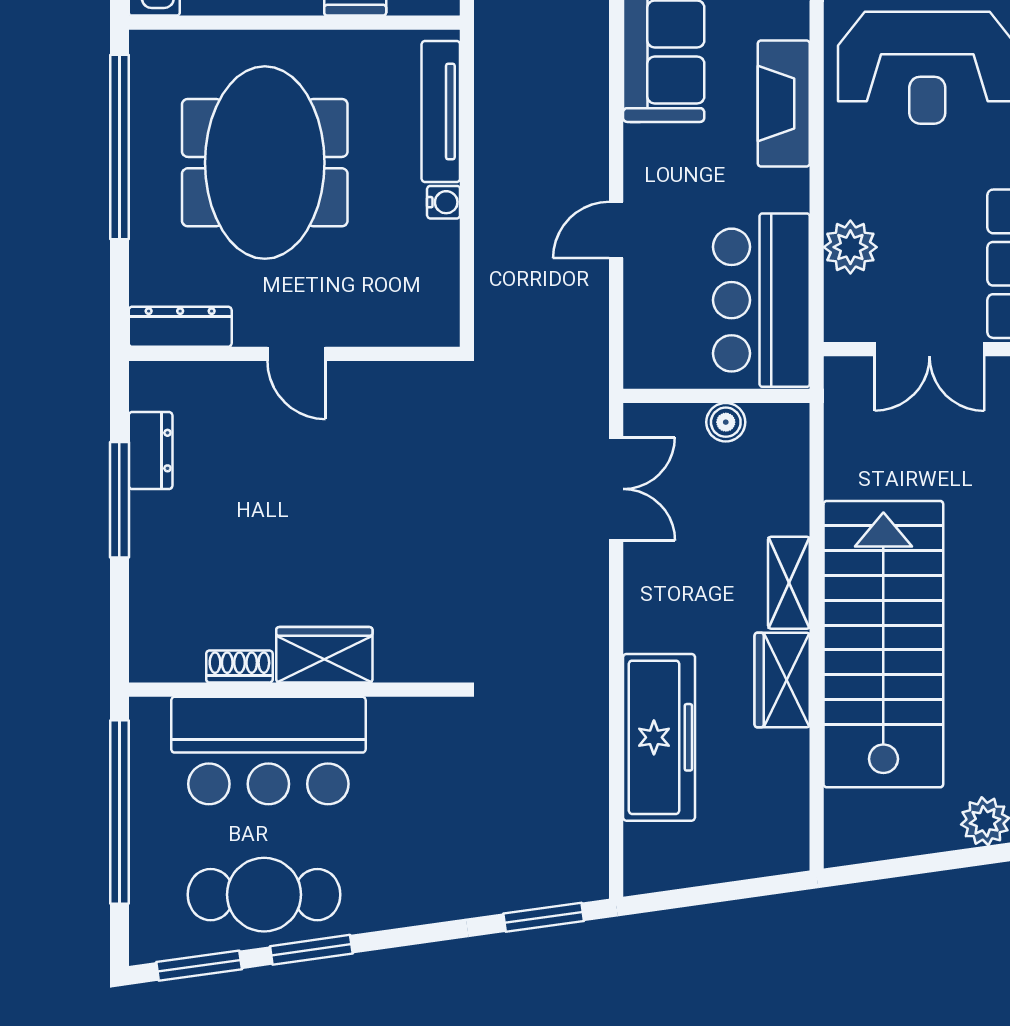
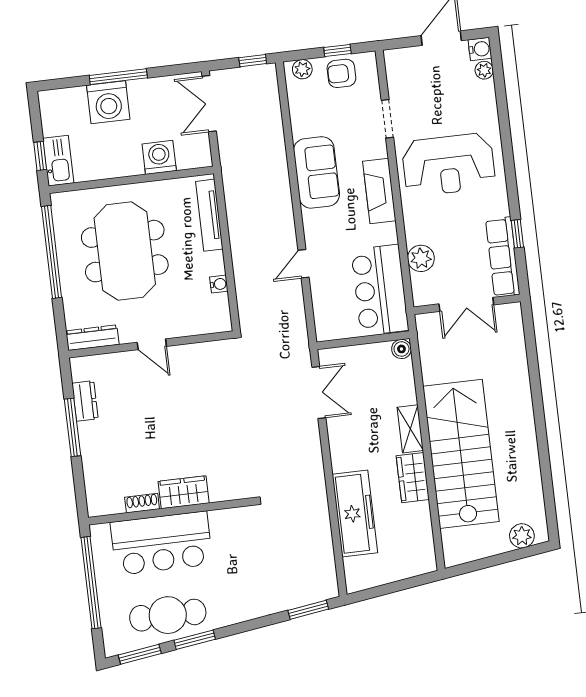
water cooler: (444, 202) -> (219, 284), moved
boiler: (726, 422) -> (401, 349), moved

